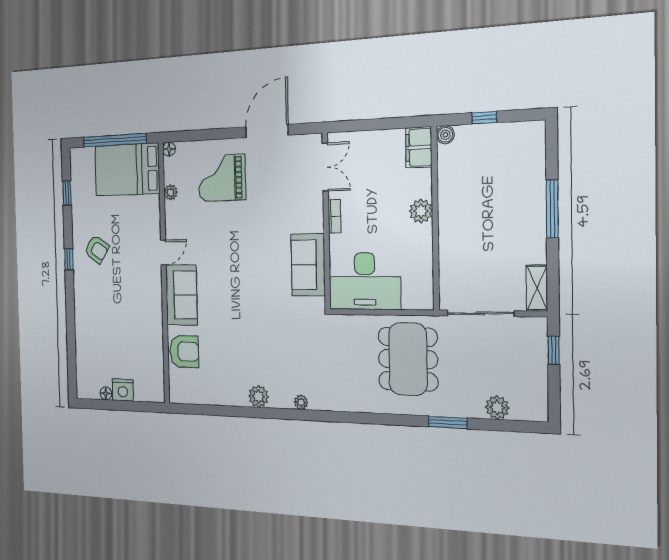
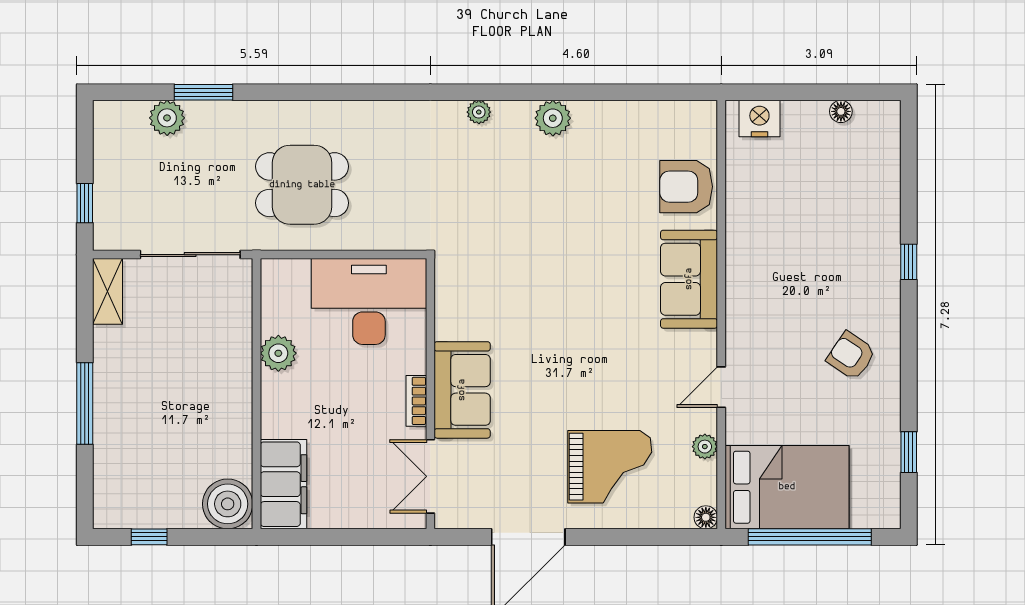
window: (484, 118) -> (149, 537), moved
boiler: (445, 135) -> (228, 504), width x1.86, depth x1.86
filing cabinet: (419, 147) -> (283, 484), width x1.50, depth x1.17
plant: (421, 211) -> (278, 353), moved
door: (163, 252) -> (721, 387), moved
window: (69, 259) -> (909, 262), moved
sofa: (308, 265) -> (462, 390), moved
dining table: (408, 359) -> (302, 185), width x0.73
nightstand: (123, 390) -> (759, 119), moved
window: (448, 422) -> (204, 92), moved

